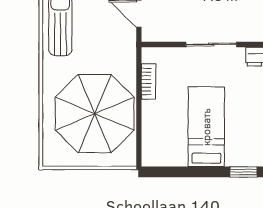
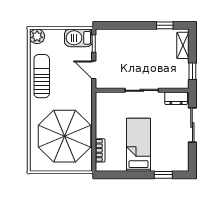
bookcase: (148, 81) -> (100, 150), moved

